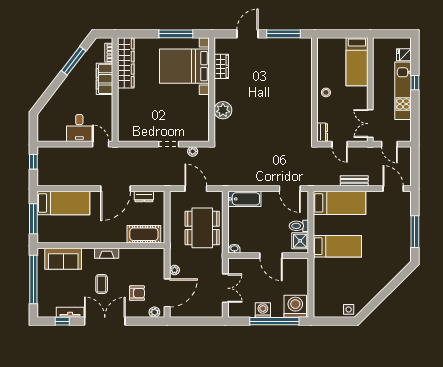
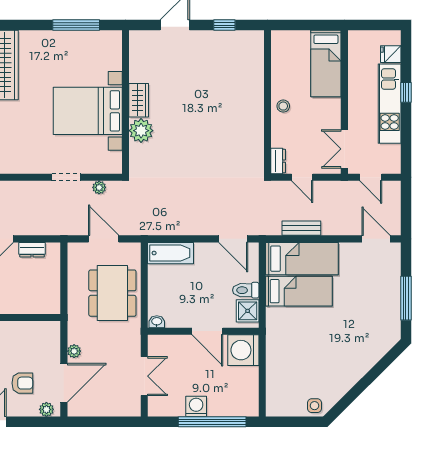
window: (283, 34) -> (224, 25), width x0.46
bed with nightstands: (184, 66) -> (88, 111), moved
wardrobe: (221, 66) -> (139, 100), moved
bench: (354, 181) -> (301, 228), moved
cot: (144, 234) -> (32, 302), removed
bed: (337, 246) -> (299, 291), moved
washing machine: (295, 306) -> (243, 350), moved, turned -90

